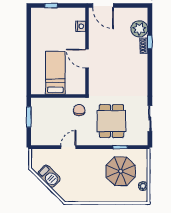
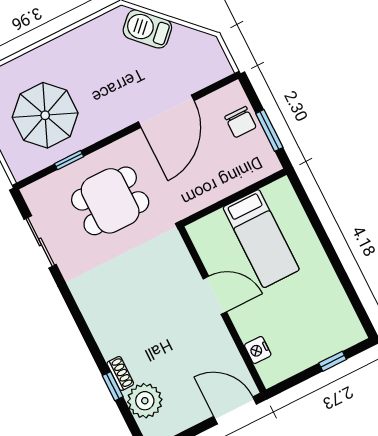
chair: (79, 110) -> (241, 122), moved
dining table: (111, 121) -> (110, 201), turned 90
door: (68, 147) -> (166, 111), width x1.87
barbecue: (49, 176) -> (147, 29), moved

